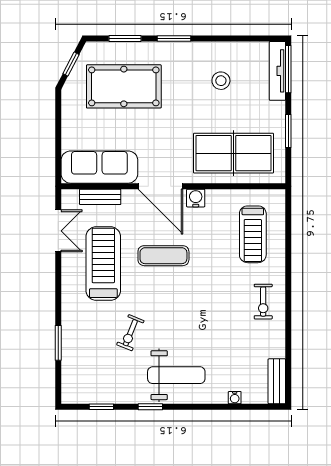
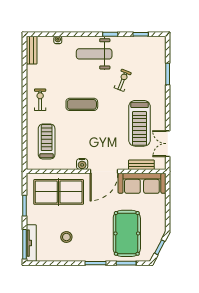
pool table: (124, 86) -> (127, 233), turned 90
door: (160, 186) -> (104, 171), swing flipped
exercise mat: (163, 256) -> (82, 104), moved

